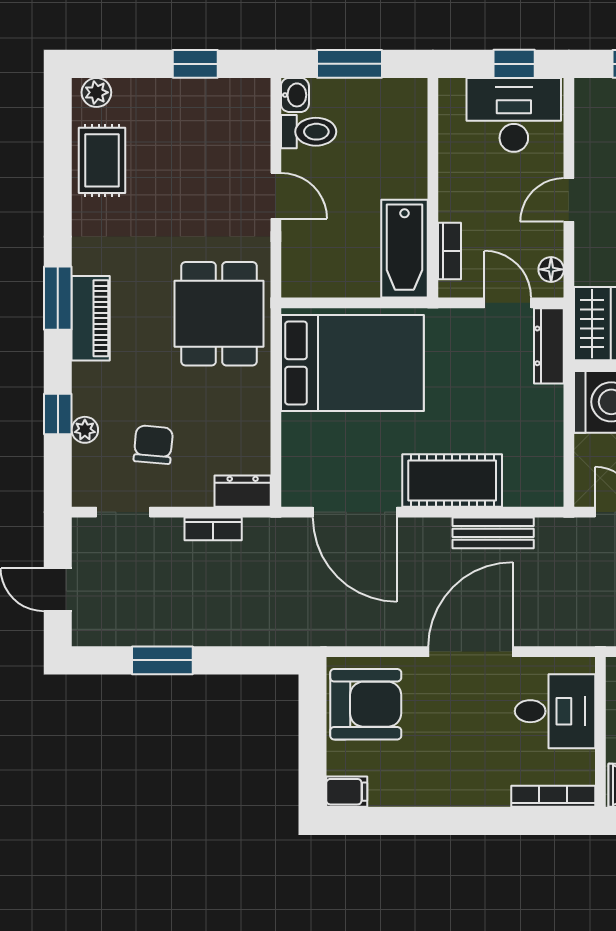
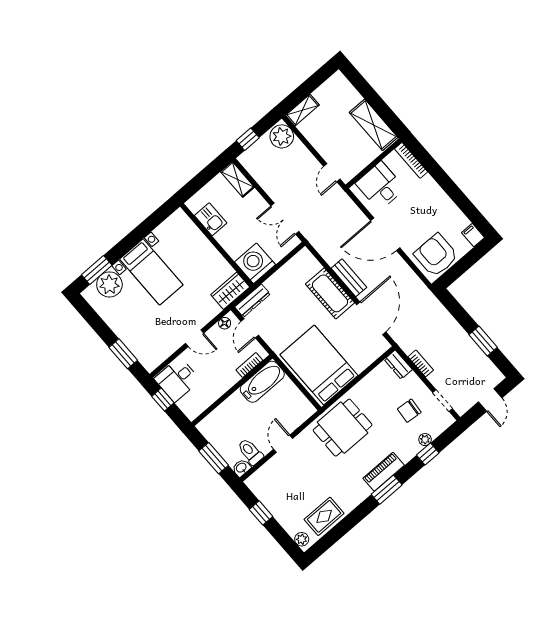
desk: (514, 115) -> (177, 379), width x0.73
bench: (493, 533) -> (349, 278), moved

